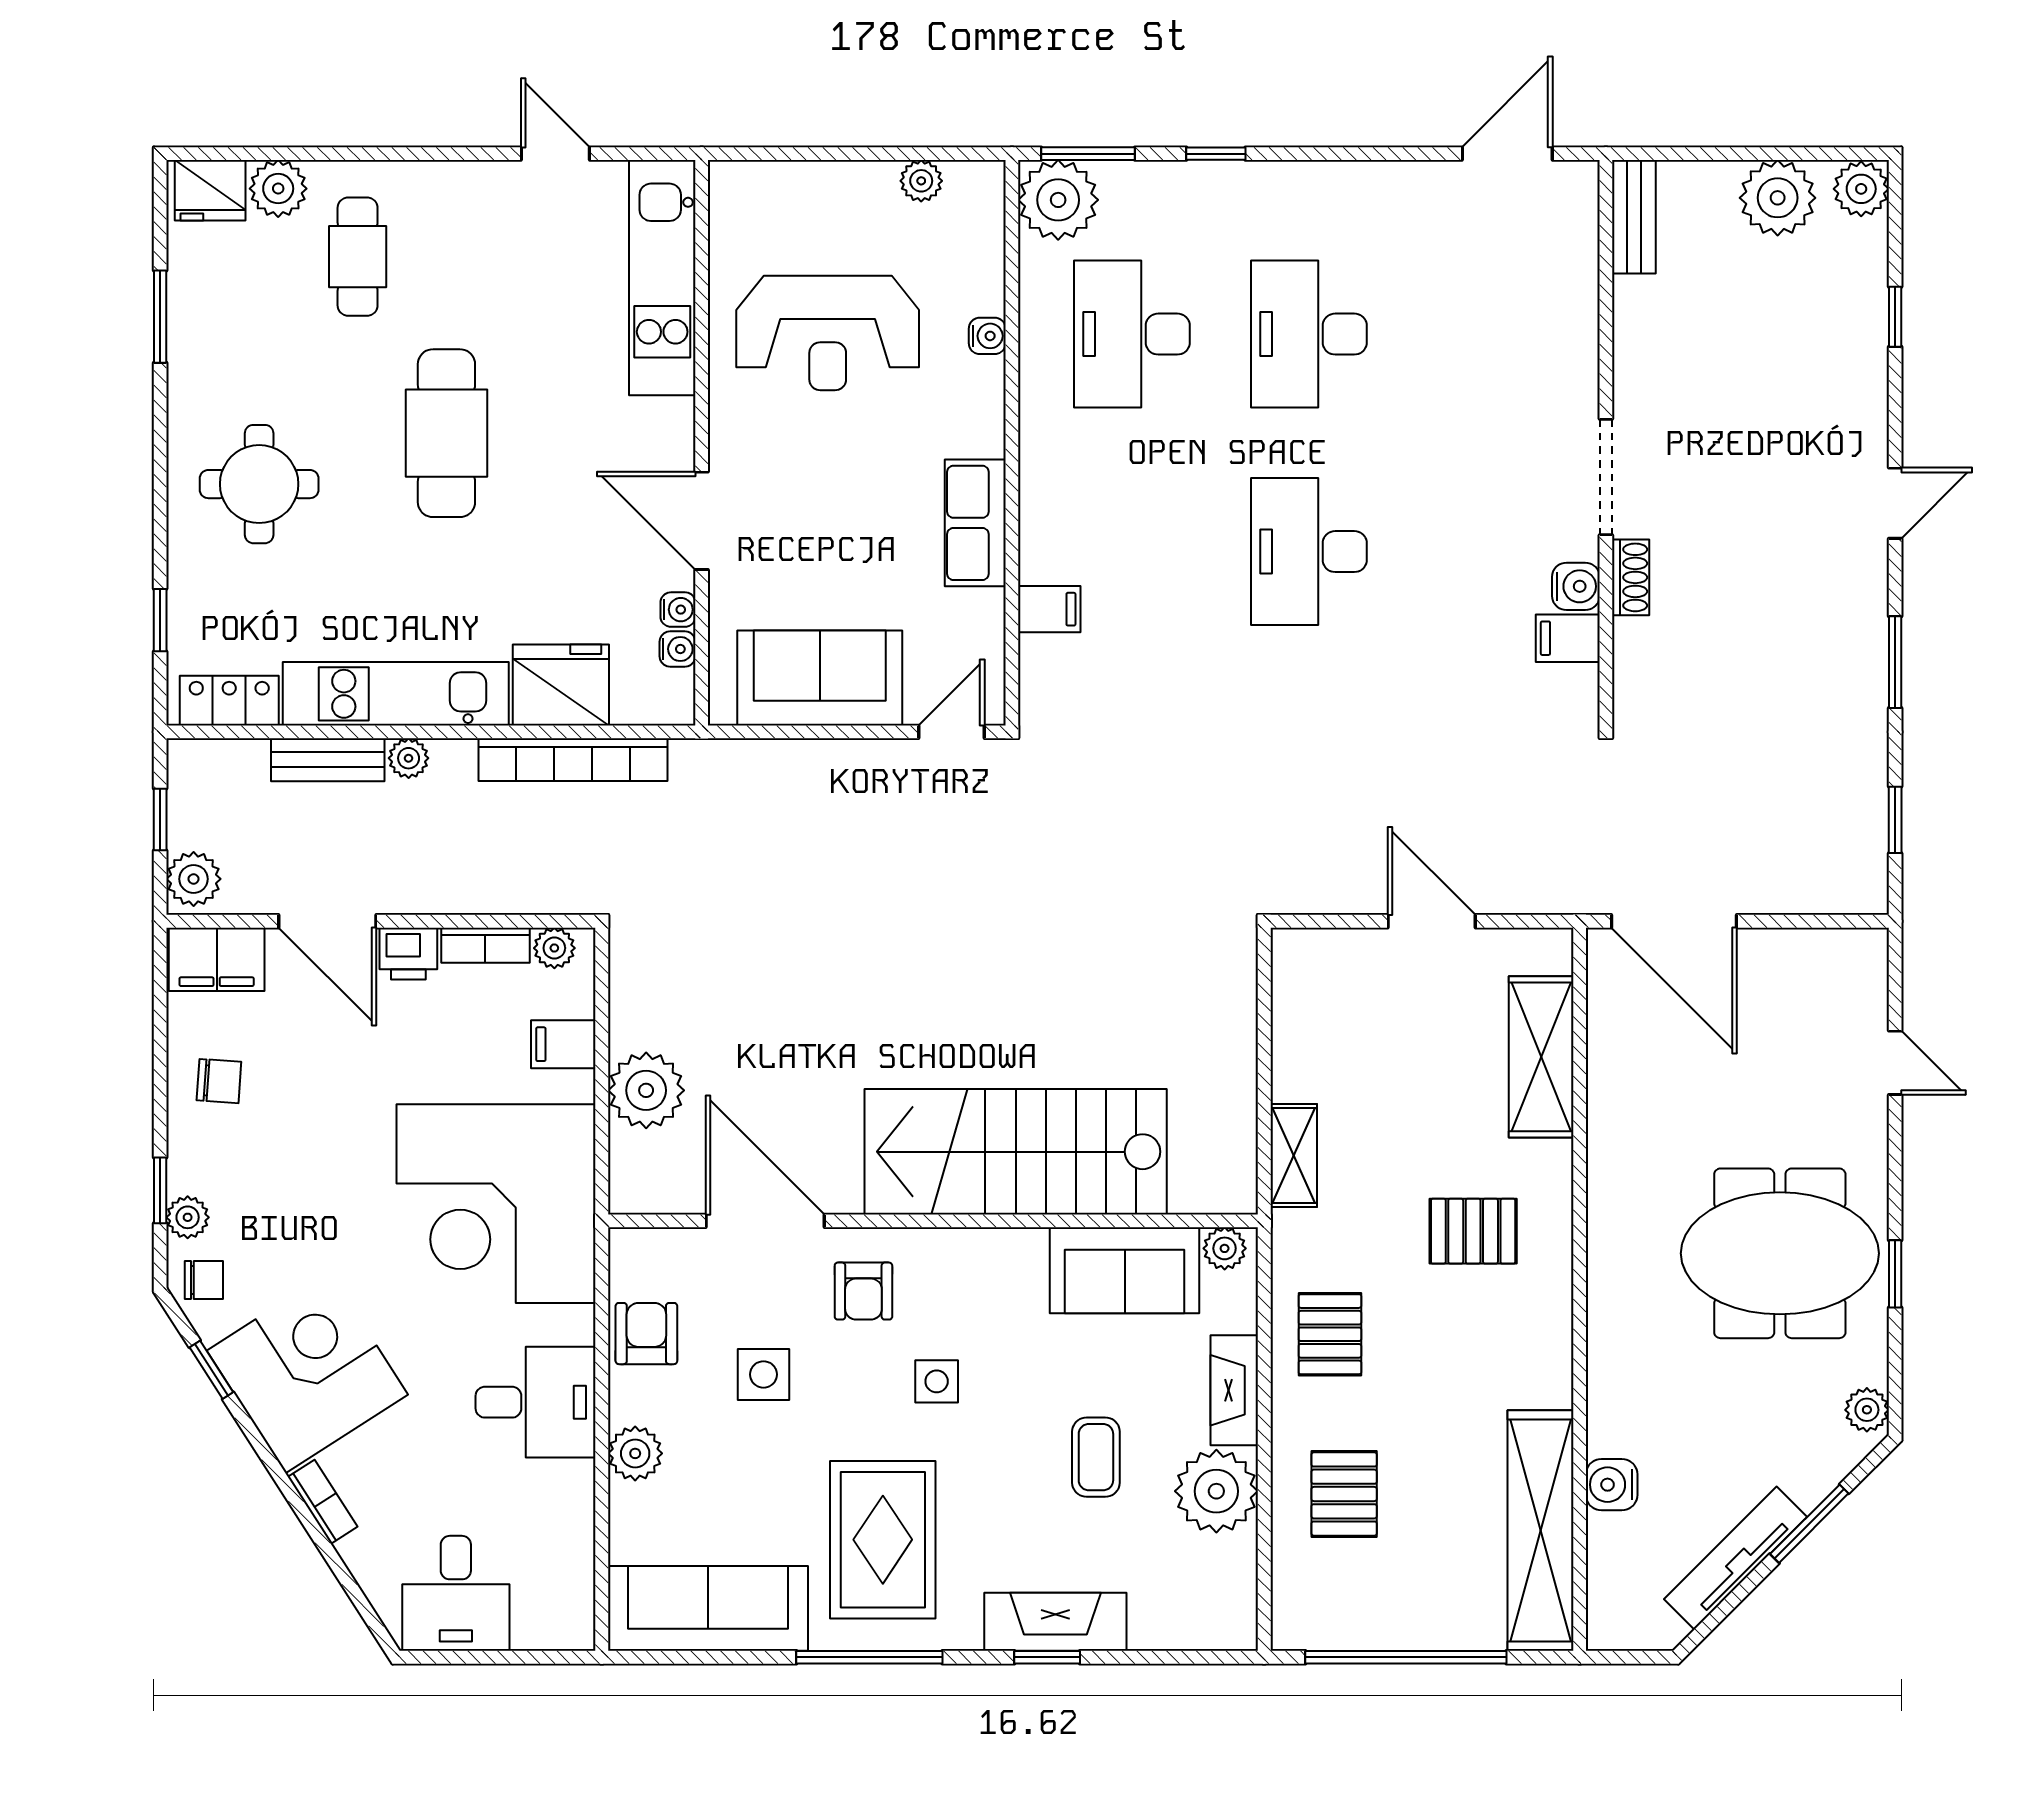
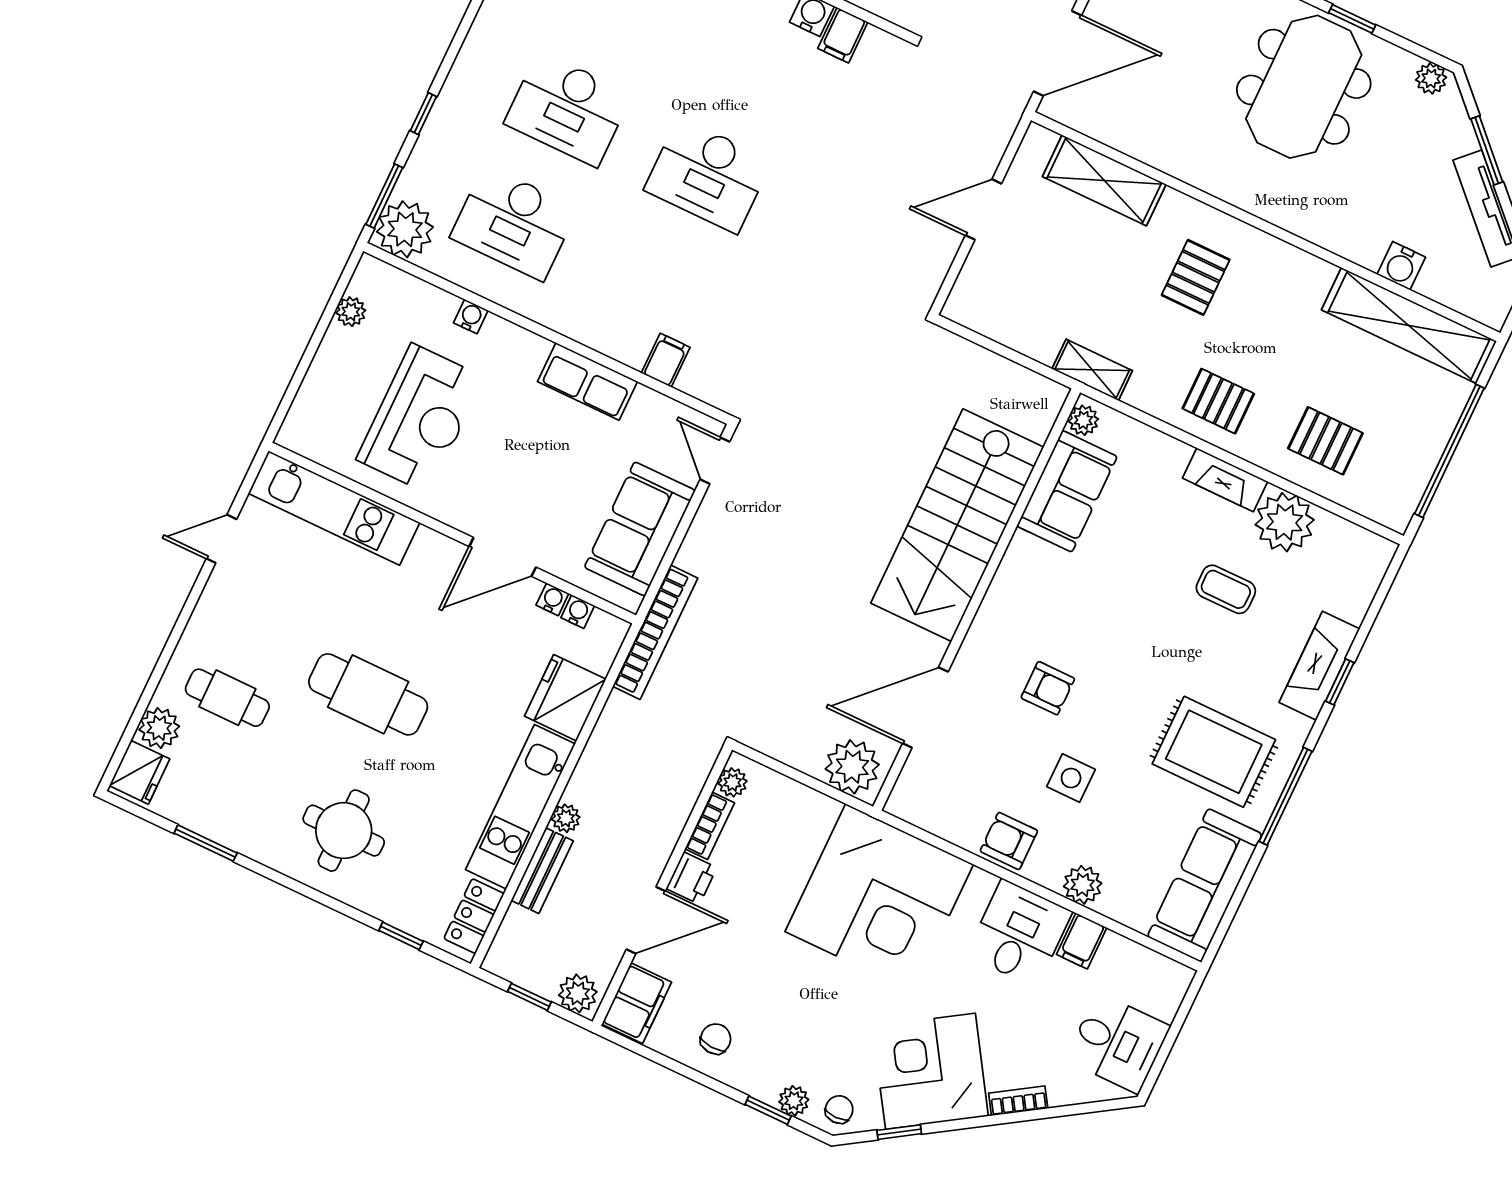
bookcase: (573, 760) -> (655, 632), moved
filing cabinet: (563, 1044) -> (1082, 941), moved
stairs: (1016, 1152) -> (957, 525), moved
door: (765, 1221) -> (925, 708), moved
wall: (933, 1221) -> (977, 599), moved
plant: (1225, 1248) -> (1083, 420), moved
sofa: (1125, 1270) -> (1067, 491), moved
side table: (937, 1381) -> (1128, 669), removed

